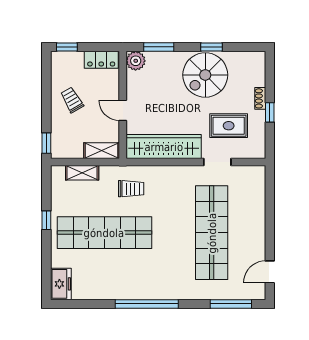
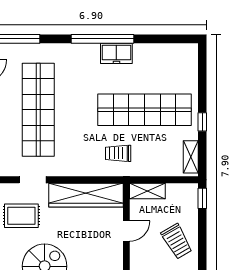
trolley: (72, 100) -> (177, 241), width x1.36, depth x1.39
door: (123, 110) -> (126, 231), hinge flipped
shelving: (82, 173) -> (191, 157), moved, turned 90
freezer: (61, 284) -> (116, 53), moved, turned -90

